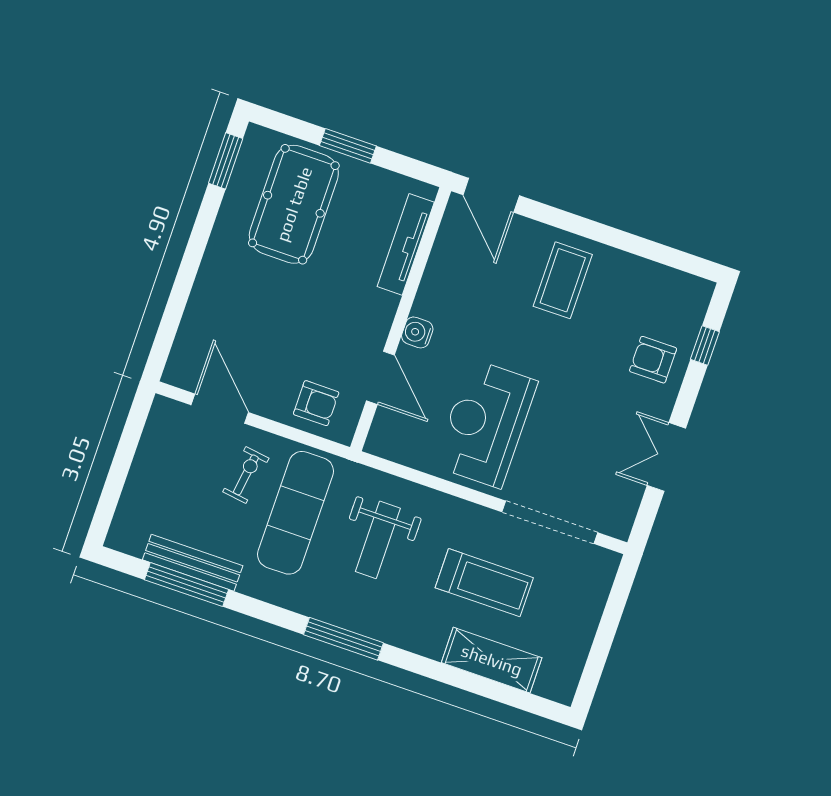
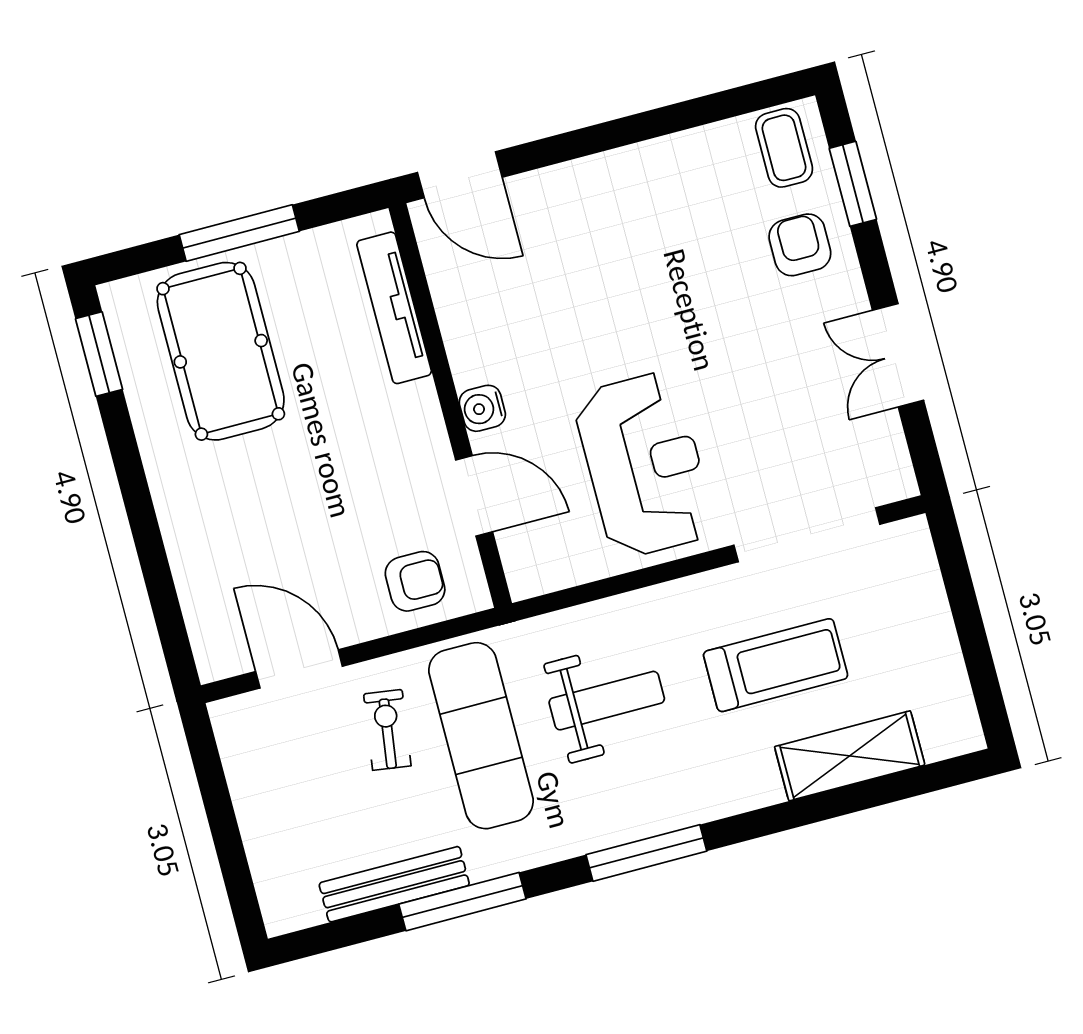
window: (348, 146) -> (239, 233), width x1.44
coffee table: (563, 280) -> (784, 148), moved, width x0.73, depth x0.77
window: (705, 346) -> (853, 184), width x1.50
armchair: (653, 360) -> (800, 245), turned 90
reception desk: (486, 424) -> (644, 465), turned 180
weight bench: (378, 540) -> (607, 701), turned -90
window: (186, 585) -> (462, 902), moved

